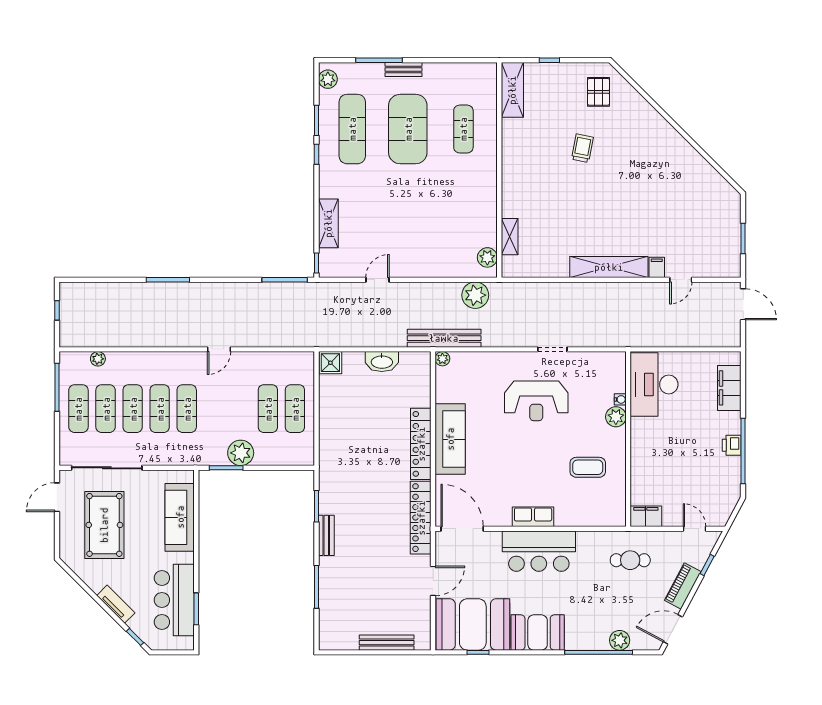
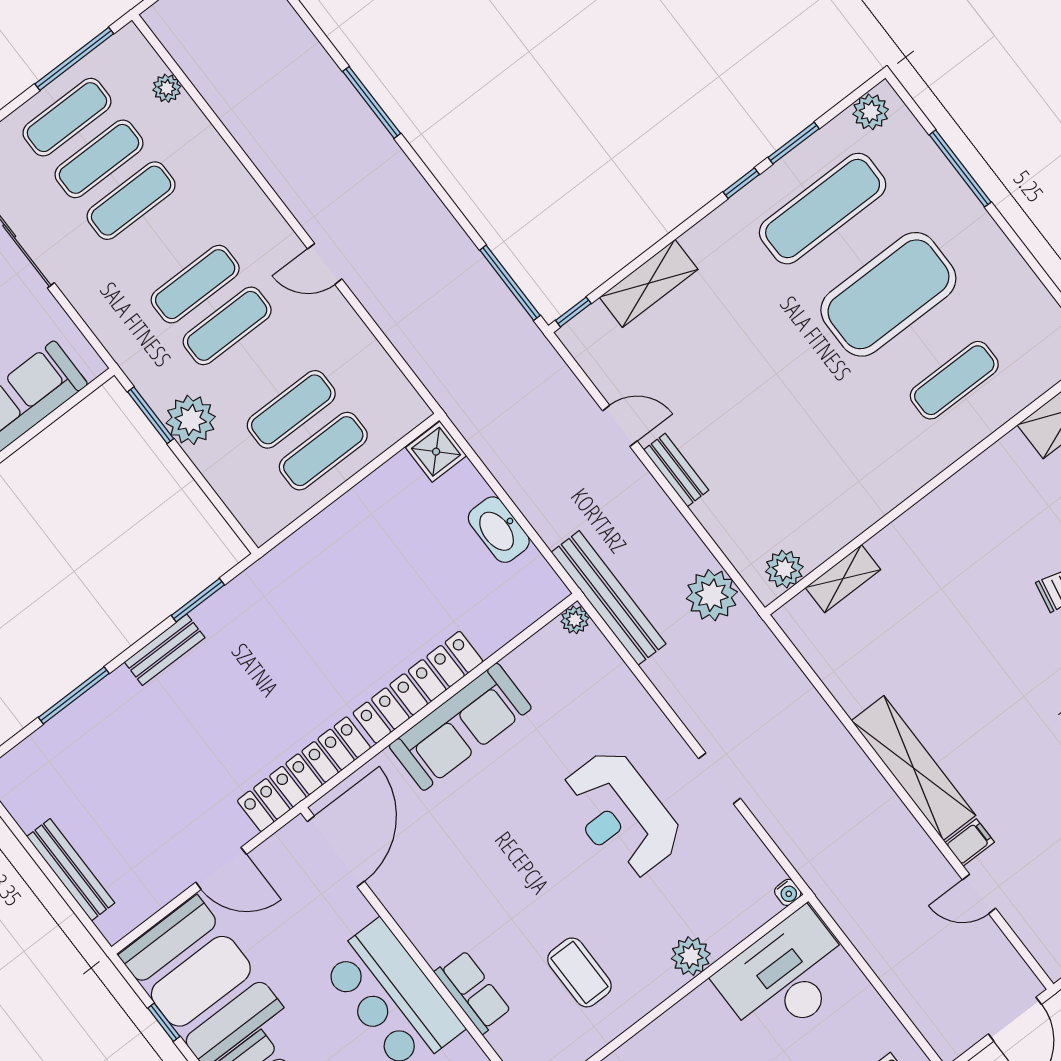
bench: (403, 69) -> (676, 470), moved
water cooler: (620, 399) -> (788, 892), moved
exercise mat: (160, 409) -> (227, 326), moved
row of seats: (533, 517) -> (473, 992), moved

